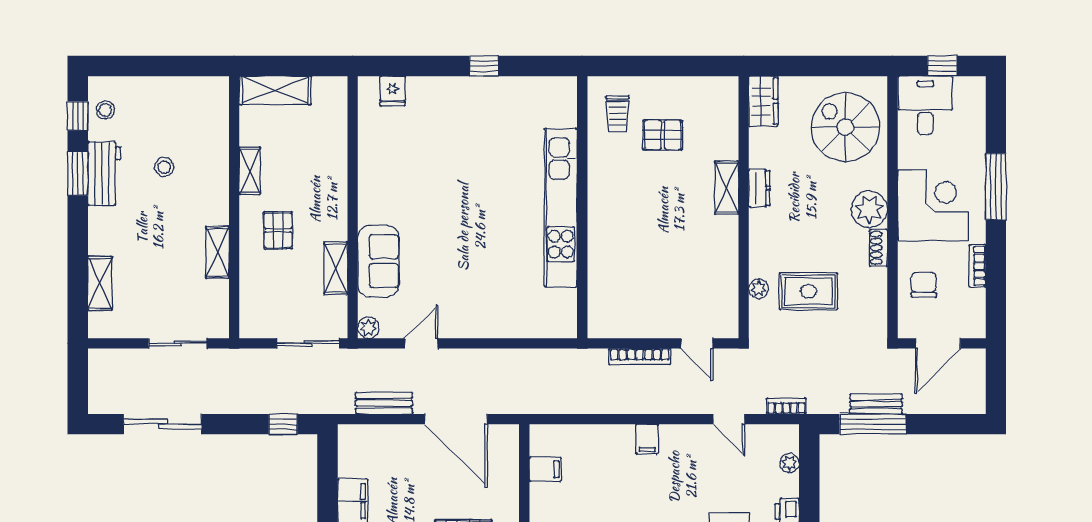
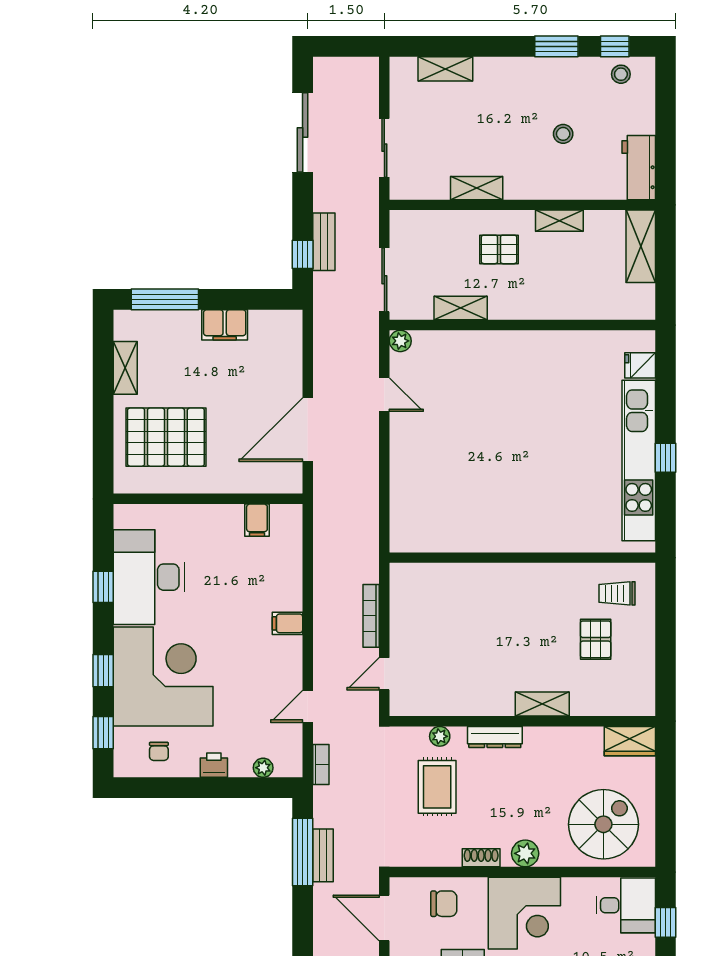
workbench: (104, 174) -> (639, 168), moved, turned 90
dresser: (759, 188) -> (495, 737), moved, width x1.44
kitchen unit: (561, 208) -> (639, 461), moved, turned -90
plant: (869, 209) -> (525, 853), width x0.73, depth x0.73
sofa: (378, 261) -> (468, 351), removed
bench: (384, 403) -> (324, 242), moved

